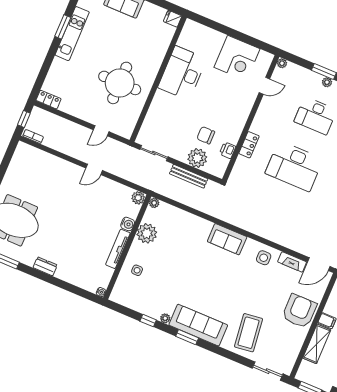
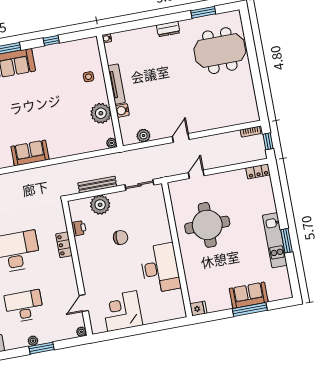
chair: (206, 135) -> (121, 238), moved
plant: (138, 198) -> (143, 136), moved
plant: (165, 318) -> (38, 52), removed

